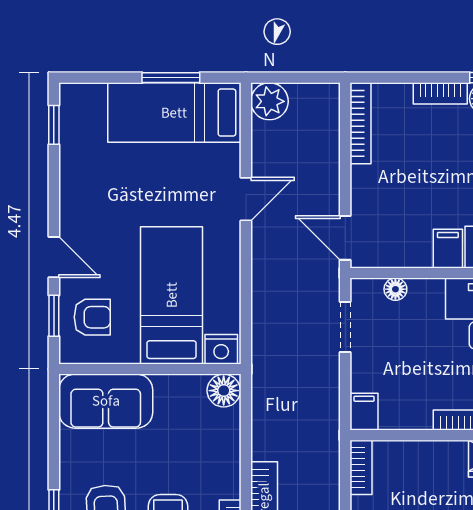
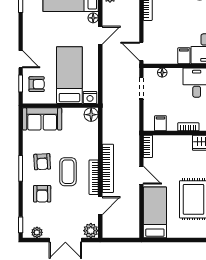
floor lamp: (229, 157) -> (93, 18), added
filing cabinet: (364, 412) -> (160, 123), moved

